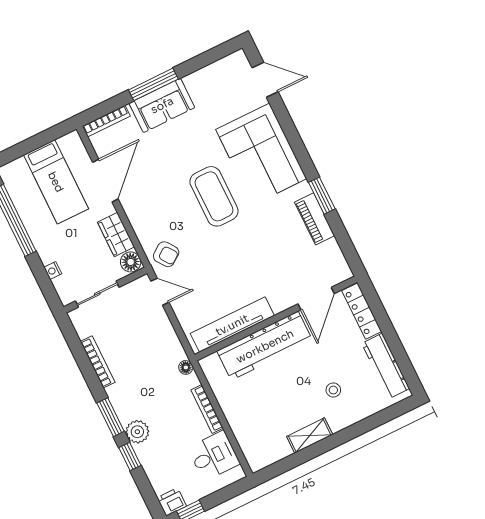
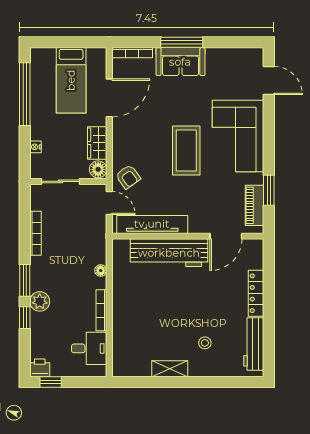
door: (316, 299) -> (226, 236), moved
wall: (276, 318) -> (188, 236), moved
tv unit: (232, 325) -> (152, 224), moved
workbench: (265, 346) -> (169, 253), moved

